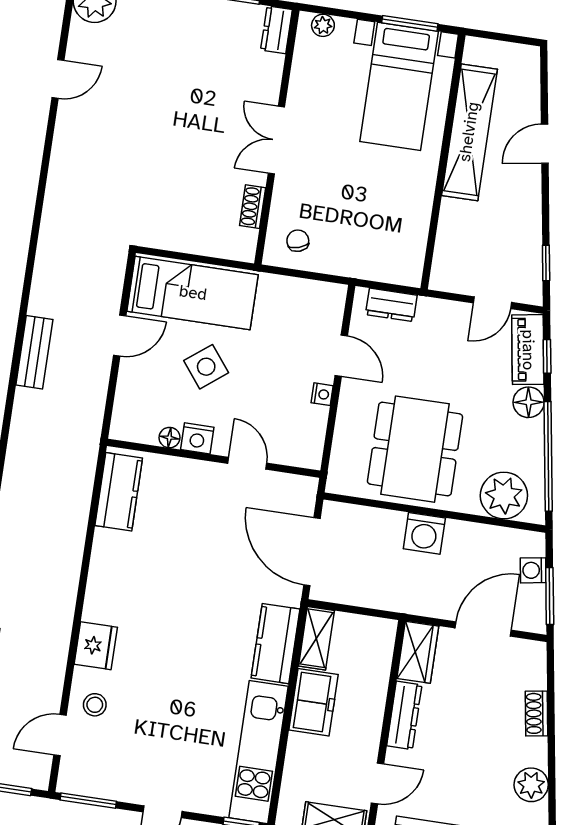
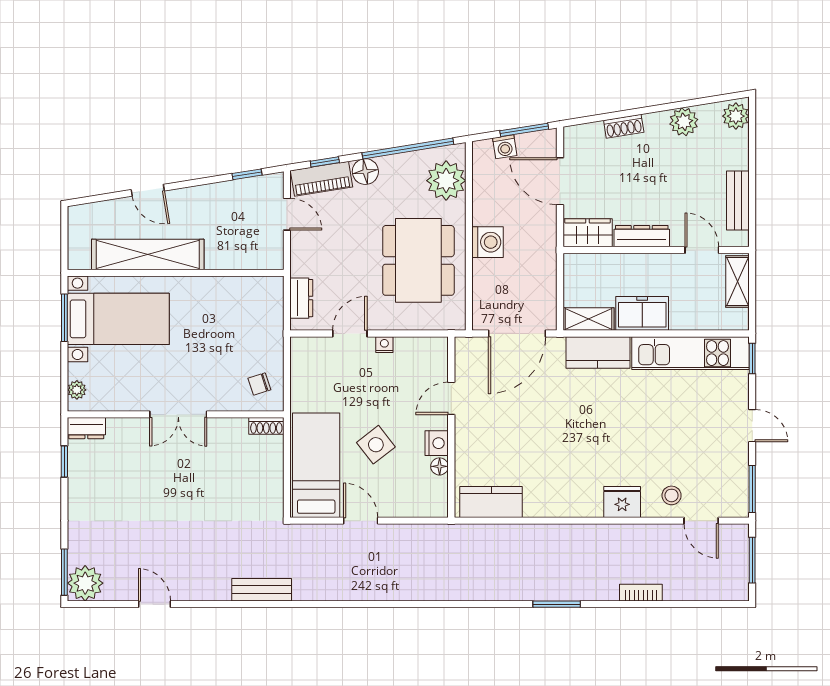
shoe rack: (253, 207) -> (266, 426), moved
bench: (34, 352) -> (262, 590), moved
dining table: (415, 449) -> (418, 260), turned 90

